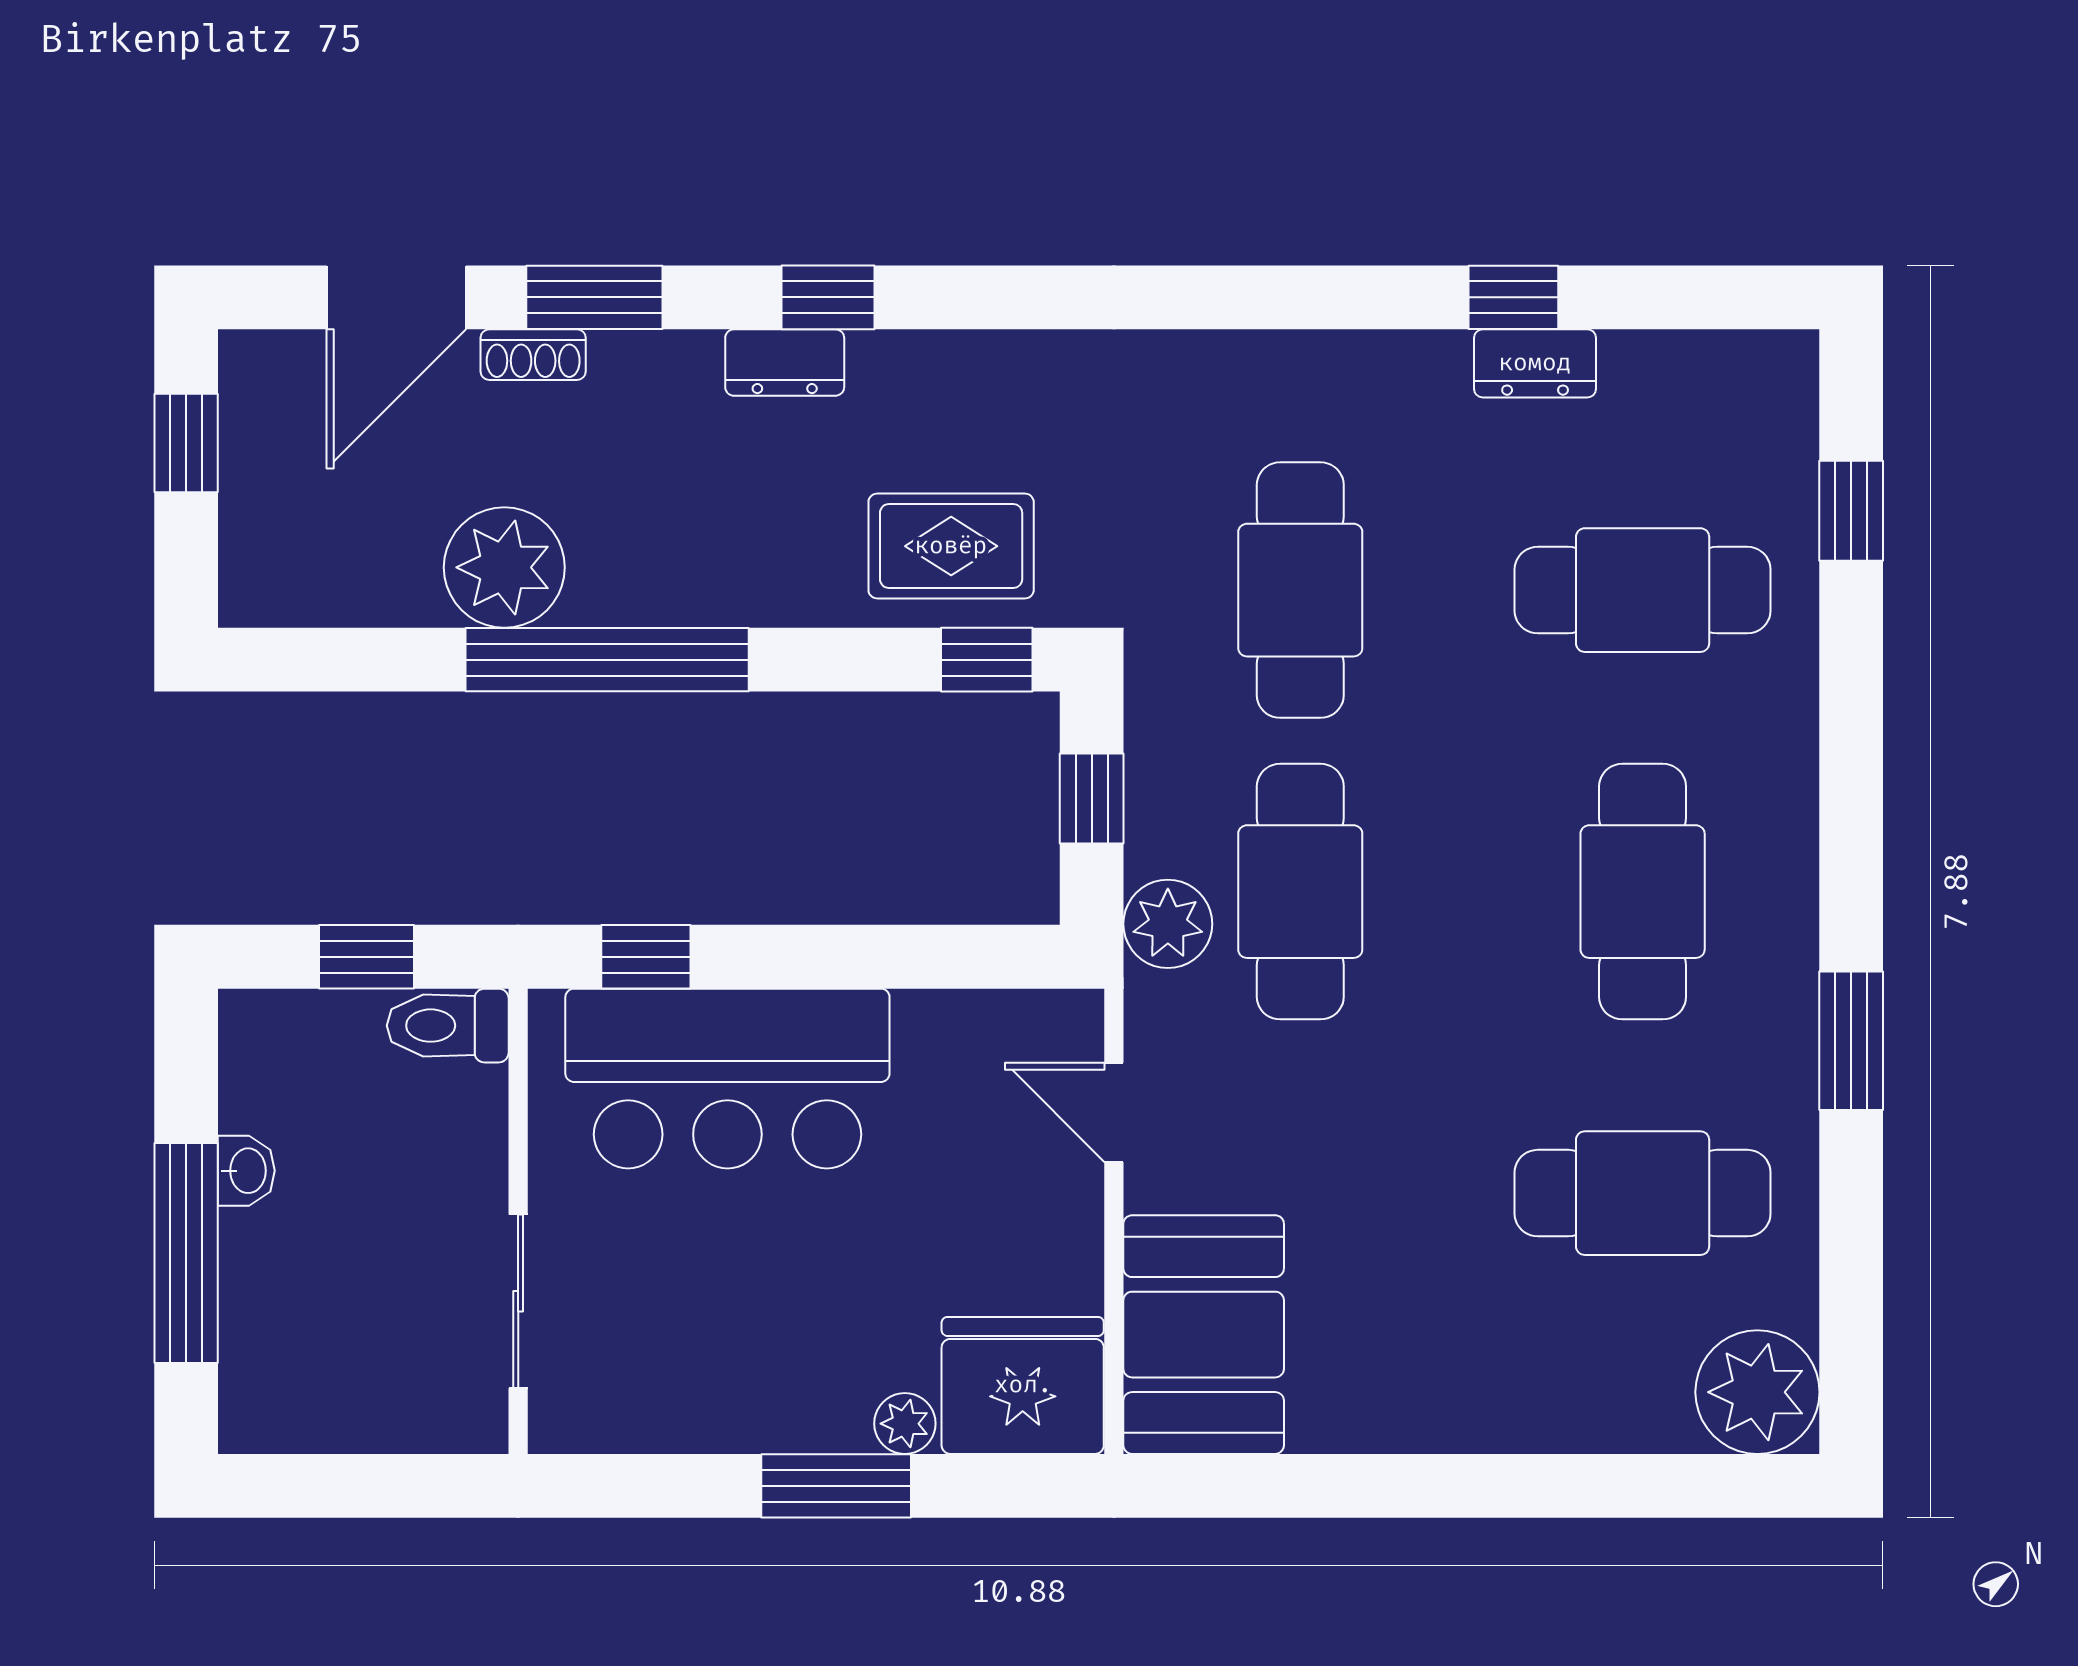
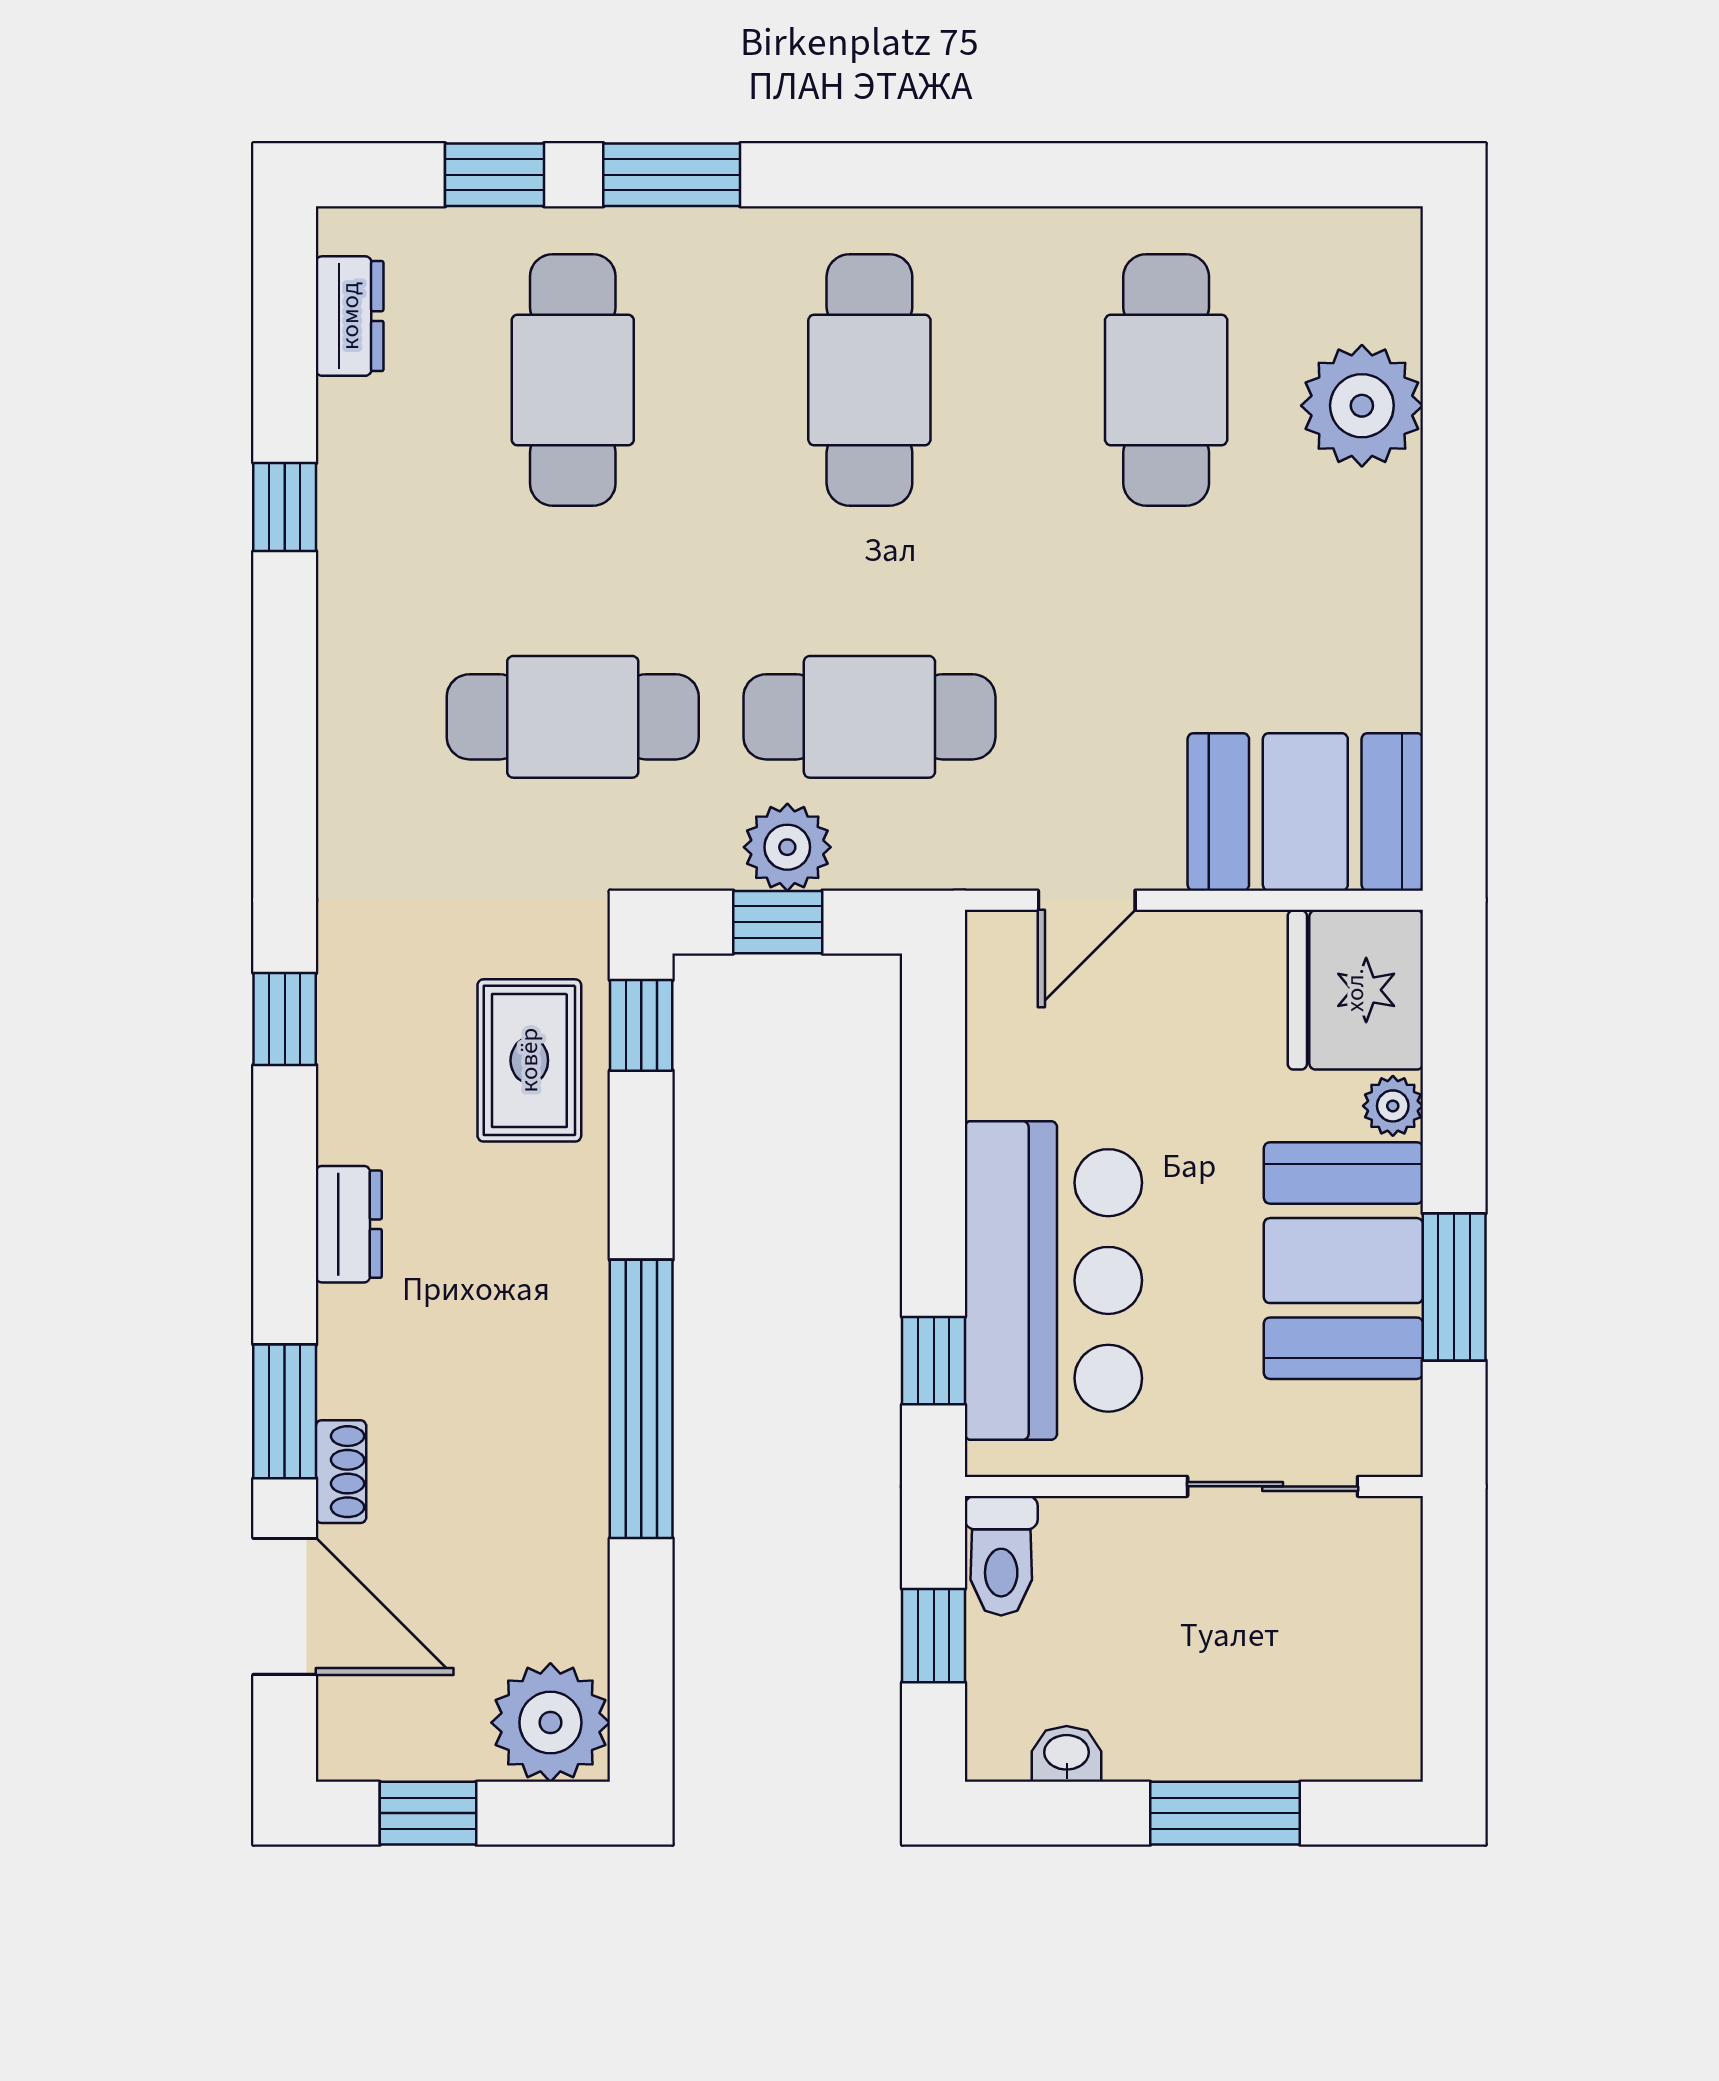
window: (828, 297) -> (285, 1019), moved
dresser: (1535, 363) -> (350, 316), moved
plant: (504, 567) -> (550, 1723), moved
cafe table: (1643, 892) -> (869, 380), turned 90
plant: (1168, 924) -> (787, 847), moved
window: (1851, 1041) -> (672, 175), moved
washbasin: (246, 1171) -> (1067, 1754), moved
window: (186, 1253) -> (1225, 1813), width x0.69
booth: (748, 1373) -> (1343, 1261), added
plant: (1757, 1392) -> (1362, 406), moved
window: (836, 1486) -> (1454, 1287), moved

